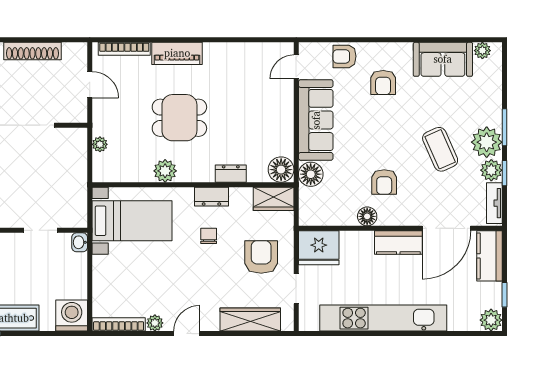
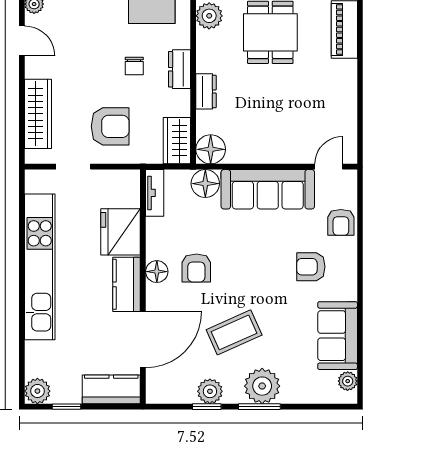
armchair: (344, 56) -> (341, 222), turned 180
door: (296, 67) -> (329, 167), hinge flipped
plant: (487, 142) -> (262, 386), moved
armchair: (384, 182) -> (196, 268), turned -90
tv unit: (494, 203) -> (155, 193), moved, turned 90
floor lamp: (367, 216) -> (157, 272), moved
door: (446, 228) -> (143, 340), swing flipped
chair: (209, 236) -> (134, 66), turned 90
fridge: (319, 248) -> (121, 232), moved

